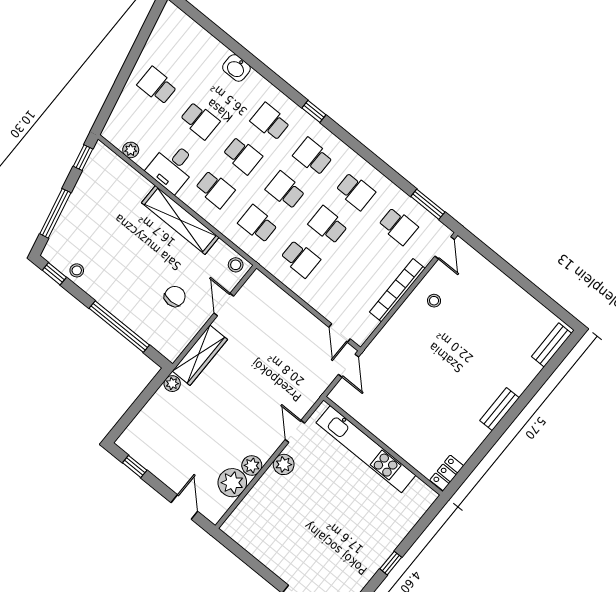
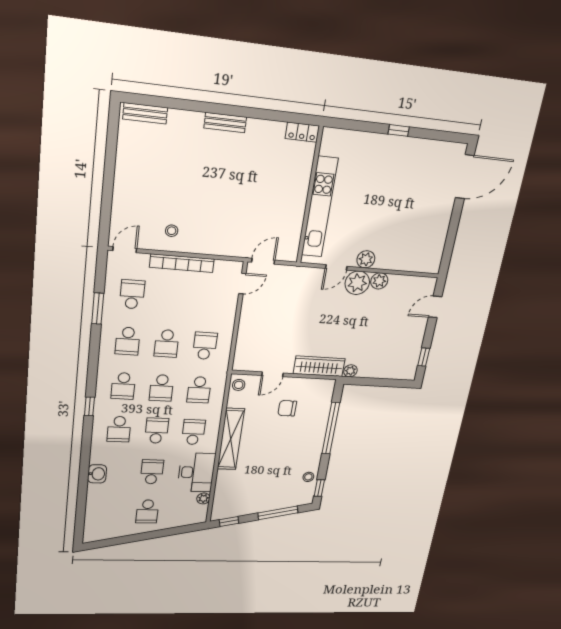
desk: (172, 167) -> (196, 472), width x1.37
school desk: (355, 191) -> (128, 341), turned 180
window: (428, 204) -> (98, 309), moved
plant: (232, 483) -> (357, 283), moved

